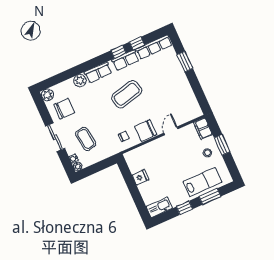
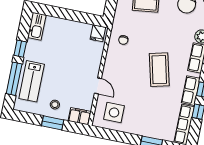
side table: (182, 105) -> (114, 112), added
chair: (146, 130) -> (115, 63), removed
fridge: (140, 177) -> (98, 33), moved
window: (210, 196) -> (14, 79), width x1.44

